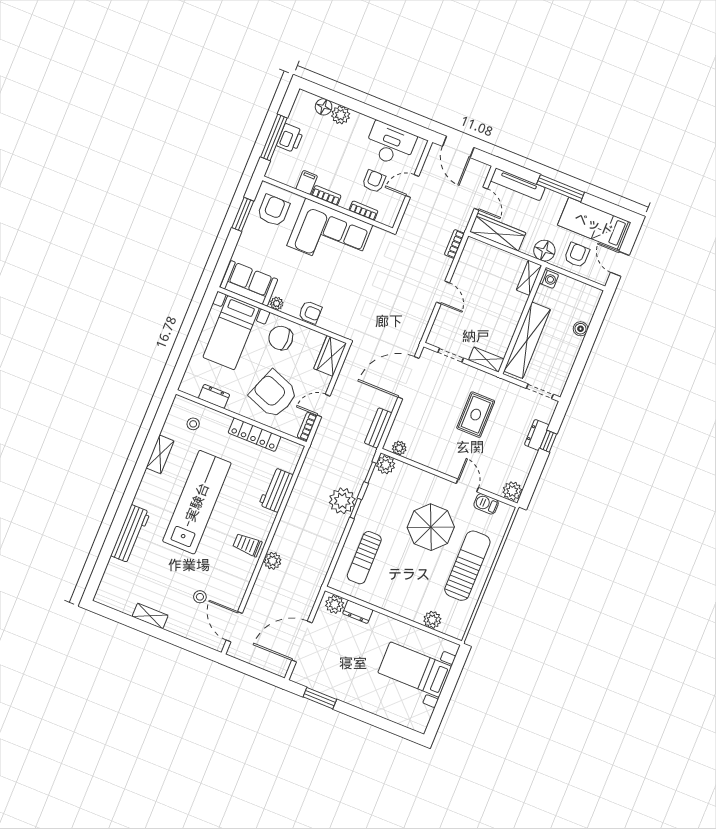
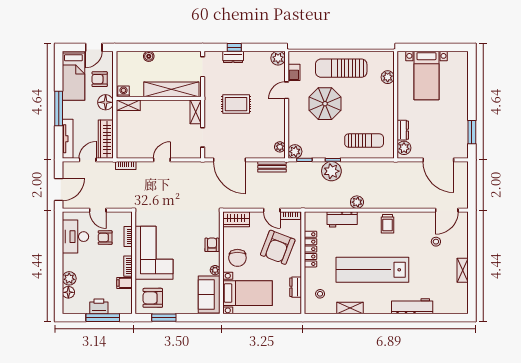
plant: (272, 561) -> (357, 202), moved

